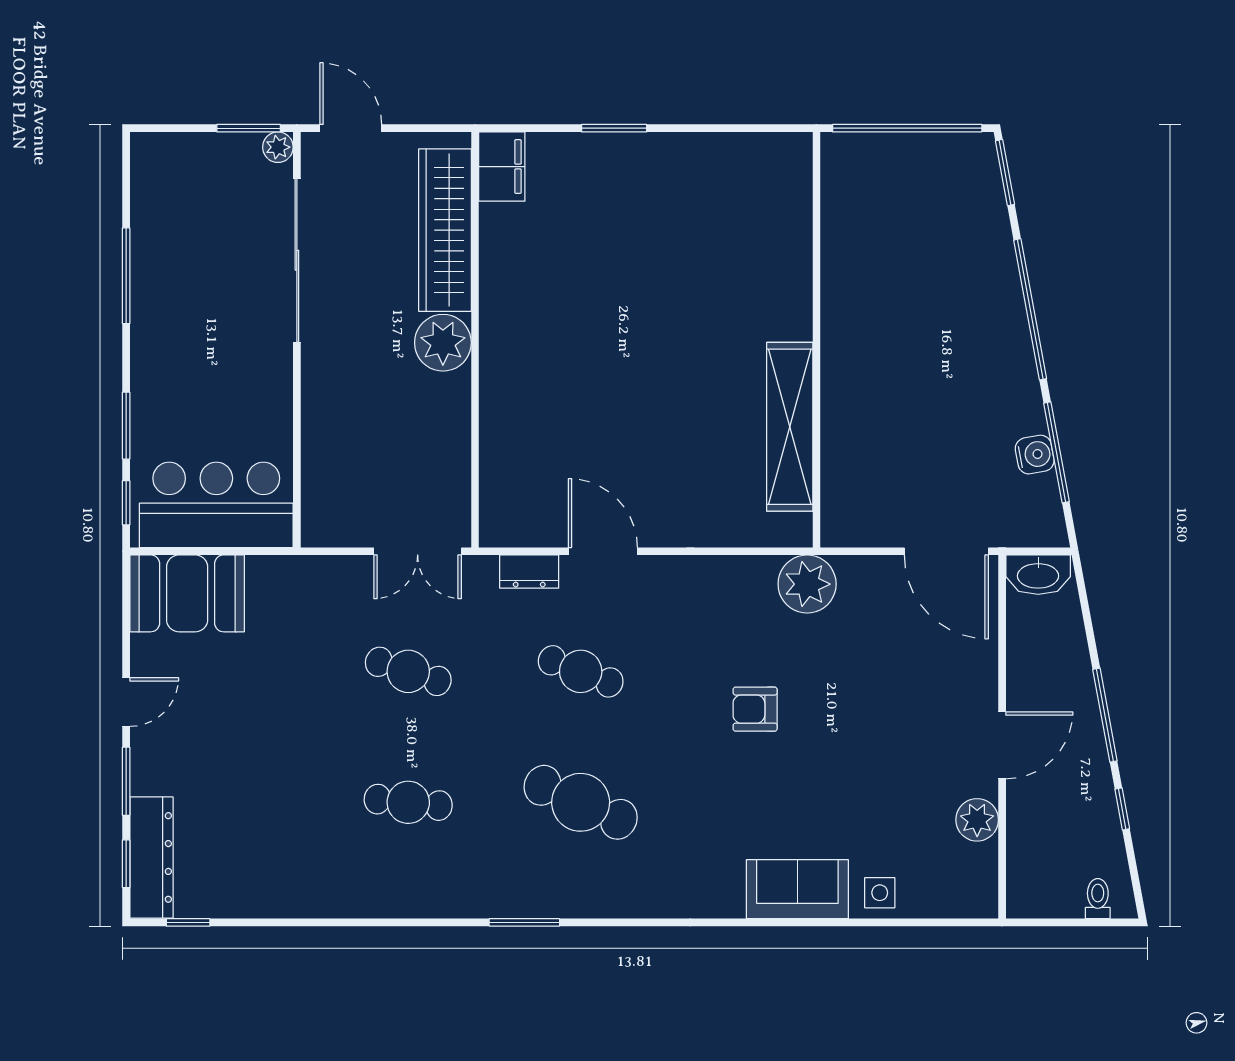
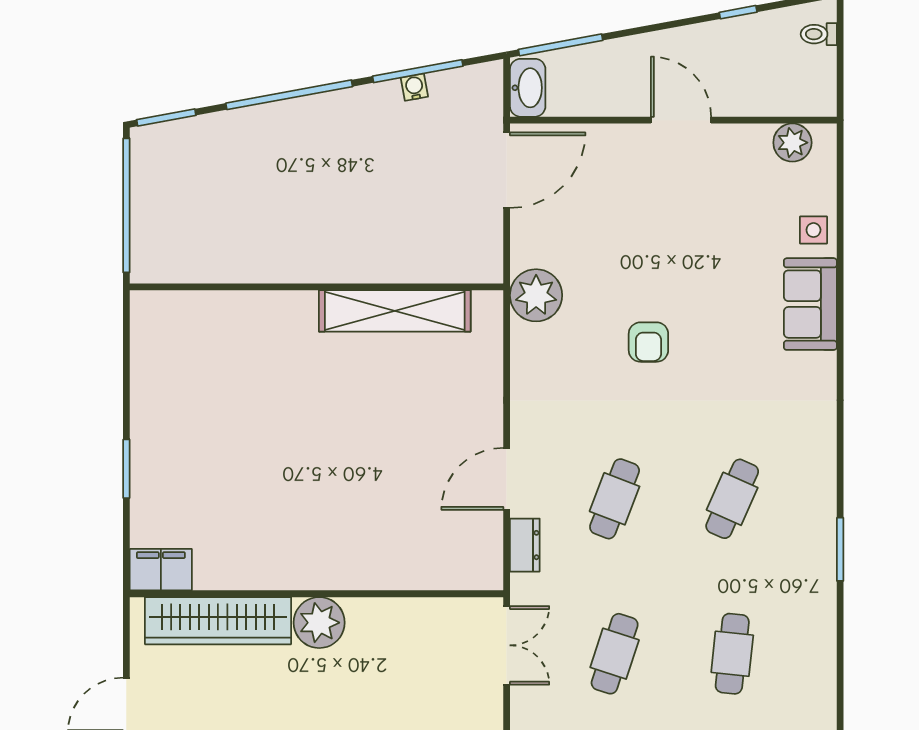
water cooler: (1035, 455) -> (414, 87), width x0.72, depth x0.72
window: (1105, 715) -> (561, 45), moved
cafe table: (581, 802) -> (732, 499), width x0.73, depth x0.74
plant: (977, 820) -> (792, 143), moved

